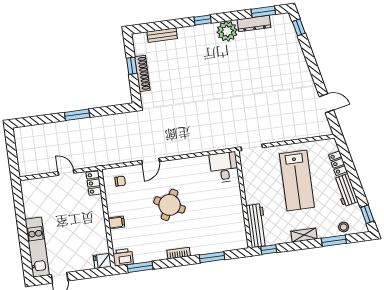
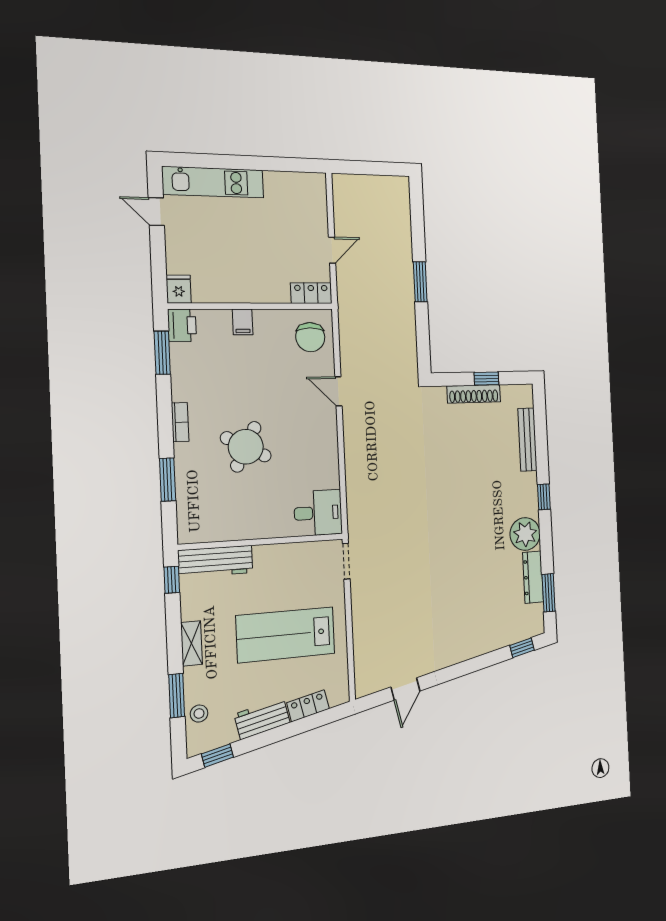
bench: (162, 35) -> (527, 440), width x1.36
chair: (120, 181) -> (310, 337), width x1.87, depth x1.87
round table: (170, 205) -> (246, 447), moved

